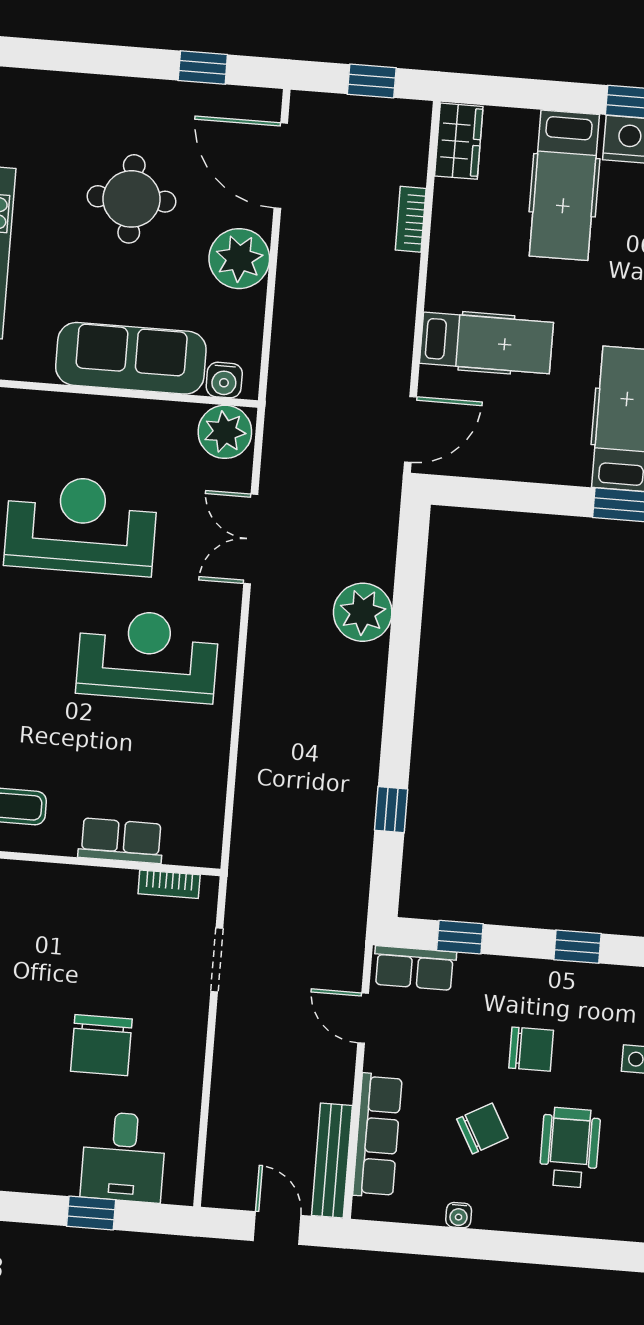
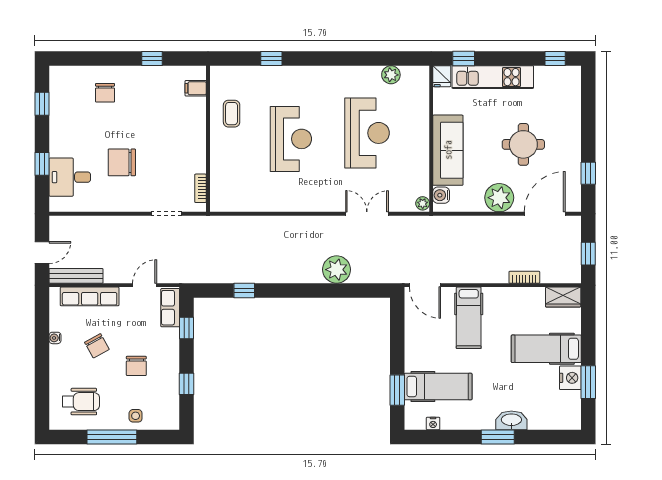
plant: (225, 432) -> (423, 203), width x0.53, depth x0.53
reception desk: (148, 656) -> (291, 139), moved
row of seats: (121, 841) -> (219, 164), removed
wheelchair: (570, 1148) -> (81, 402), moved

